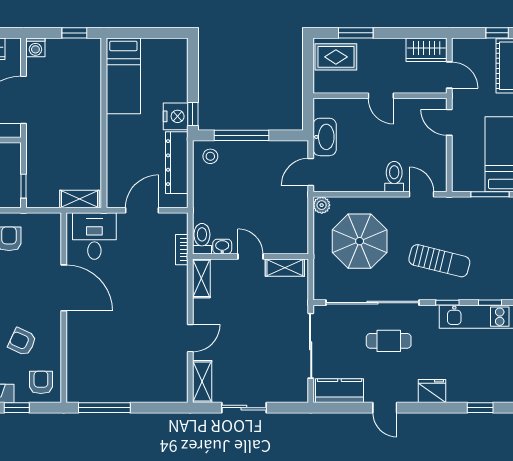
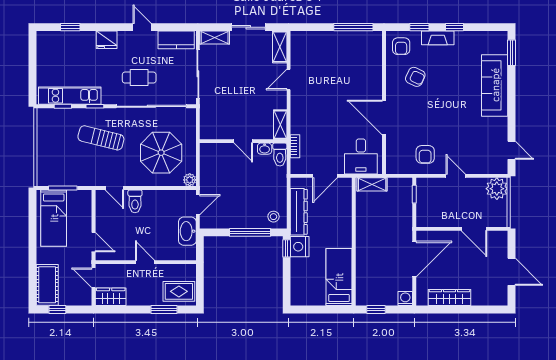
shelving: (285, 268) -> (215, 38), moved

